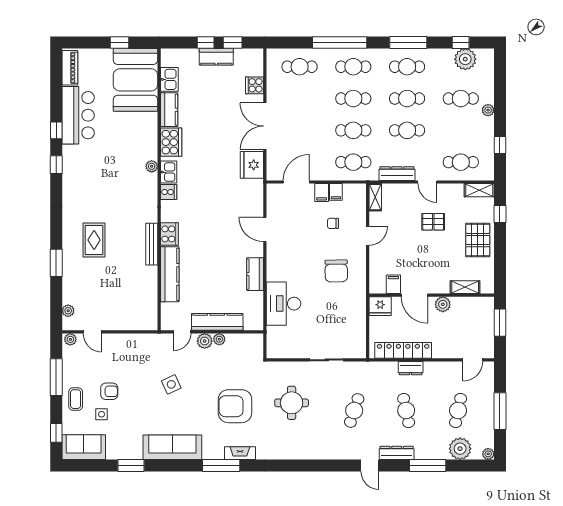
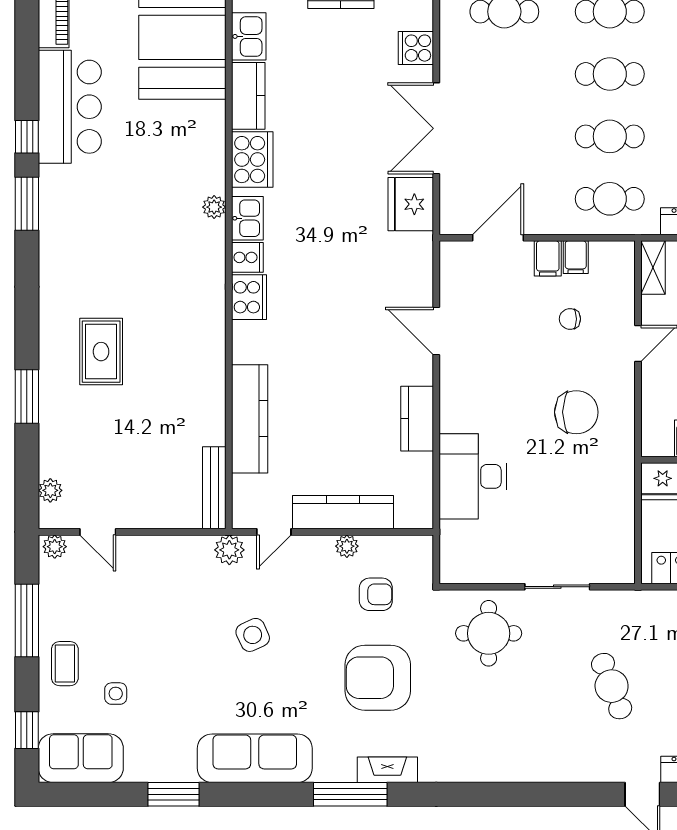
window: (56, 165) -> (27, 204), width x1.50
cooker: (169, 234) -> (249, 297), moved
bench: (152, 244) -> (214, 488), moved
chair: (336, 271) -> (576, 412), turned -89
plant: (205, 341) -> (229, 550), moved
armchair: (109, 391) -> (376, 594), moved
round table: (292, 403) -> (489, 633), moved
cafe table: (354, 410) -> (612, 686), turned -39

